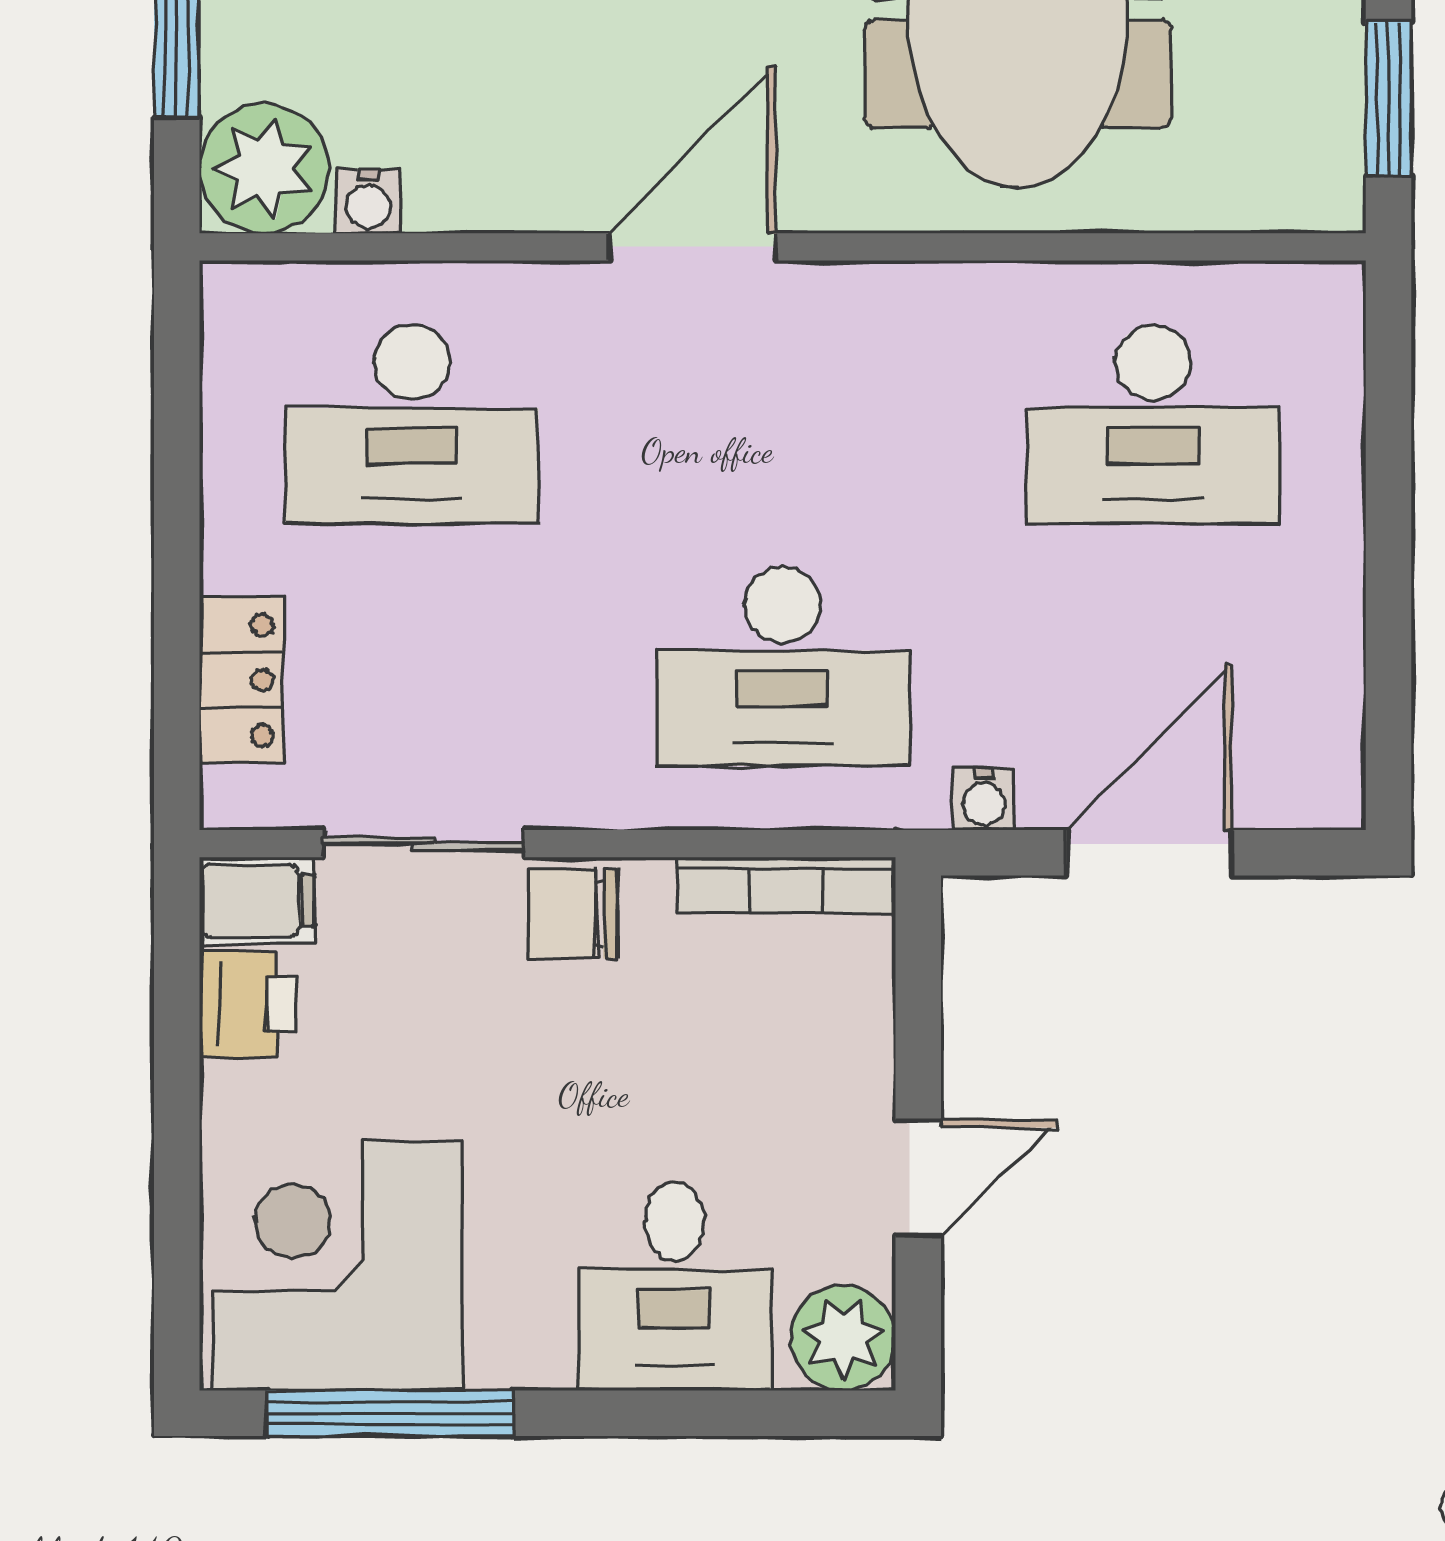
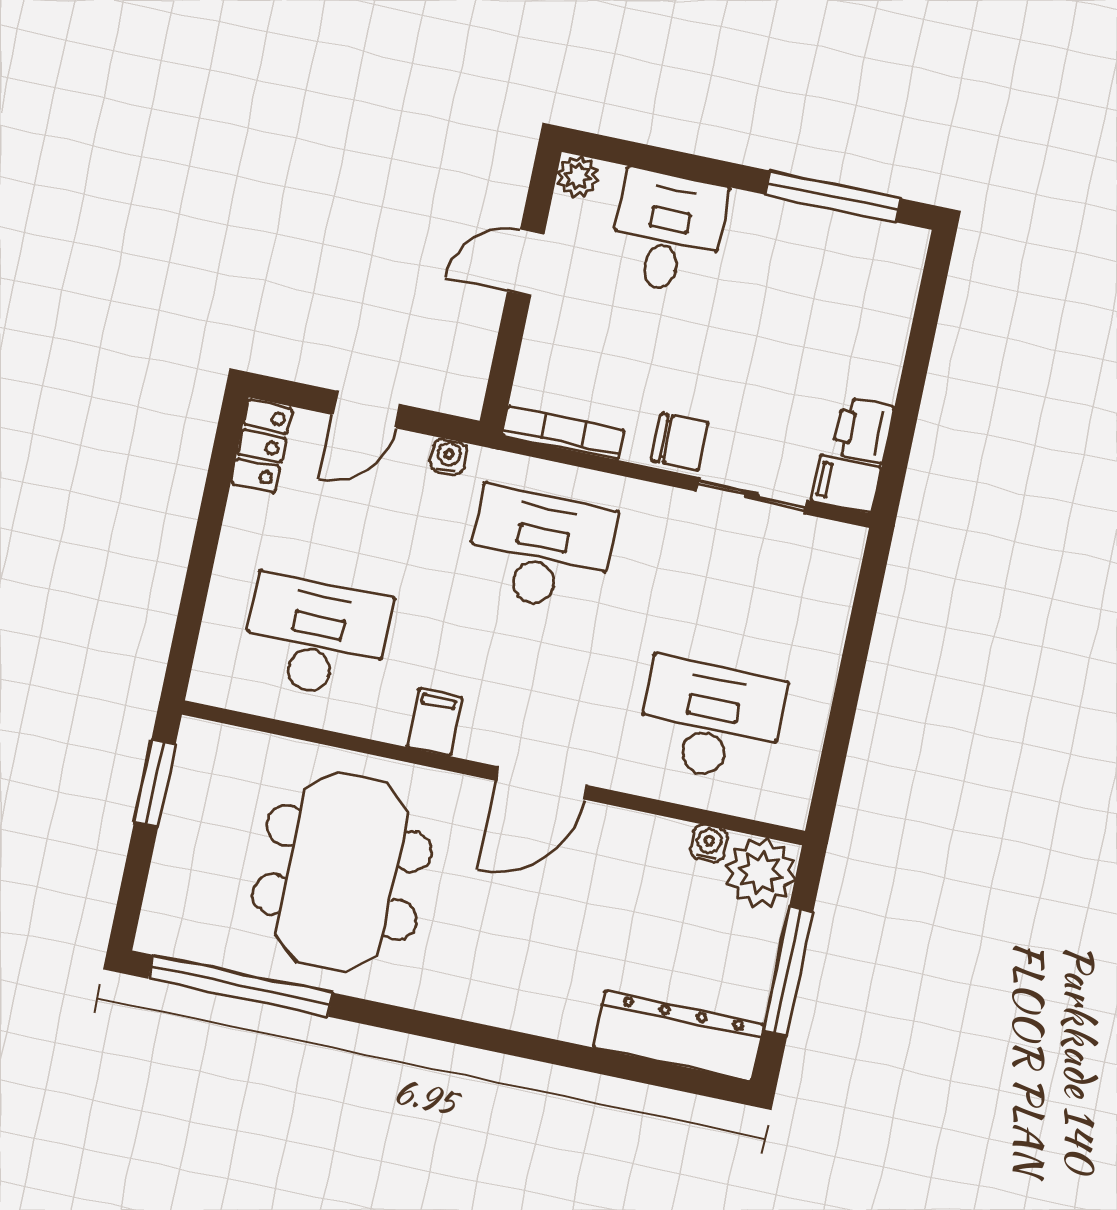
filing cabinet: (908, 316) -> (435, 722), added
locker: (241, 680) -> (262, 446), moved, turned 180
door: (1149, 853) -> (366, 410), width x0.73
corner desk: (338, 1266) -> (844, 281), removed
plant: (843, 1338) -> (578, 177), width x0.73, depth x0.73

